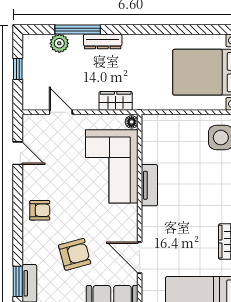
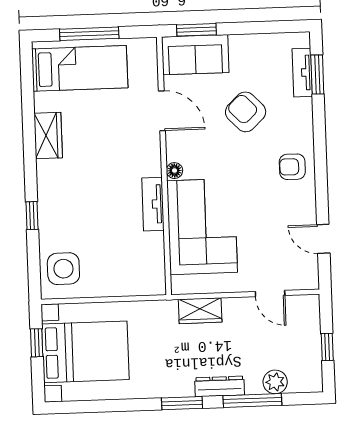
window: (132, 30) -> (182, 403), added
floor lamp: (132, 122) -> (174, 171), moved
armchair: (75, 254) -> (246, 112), turned 61

